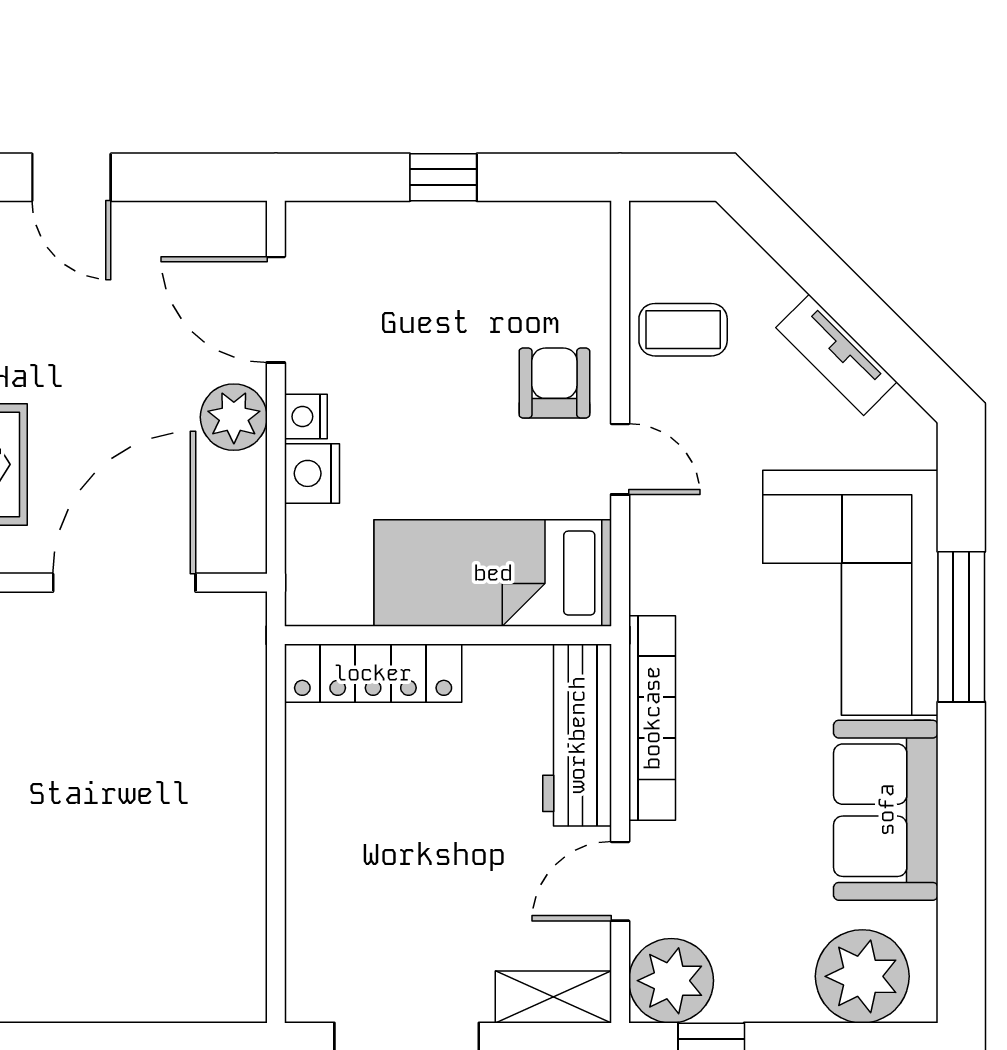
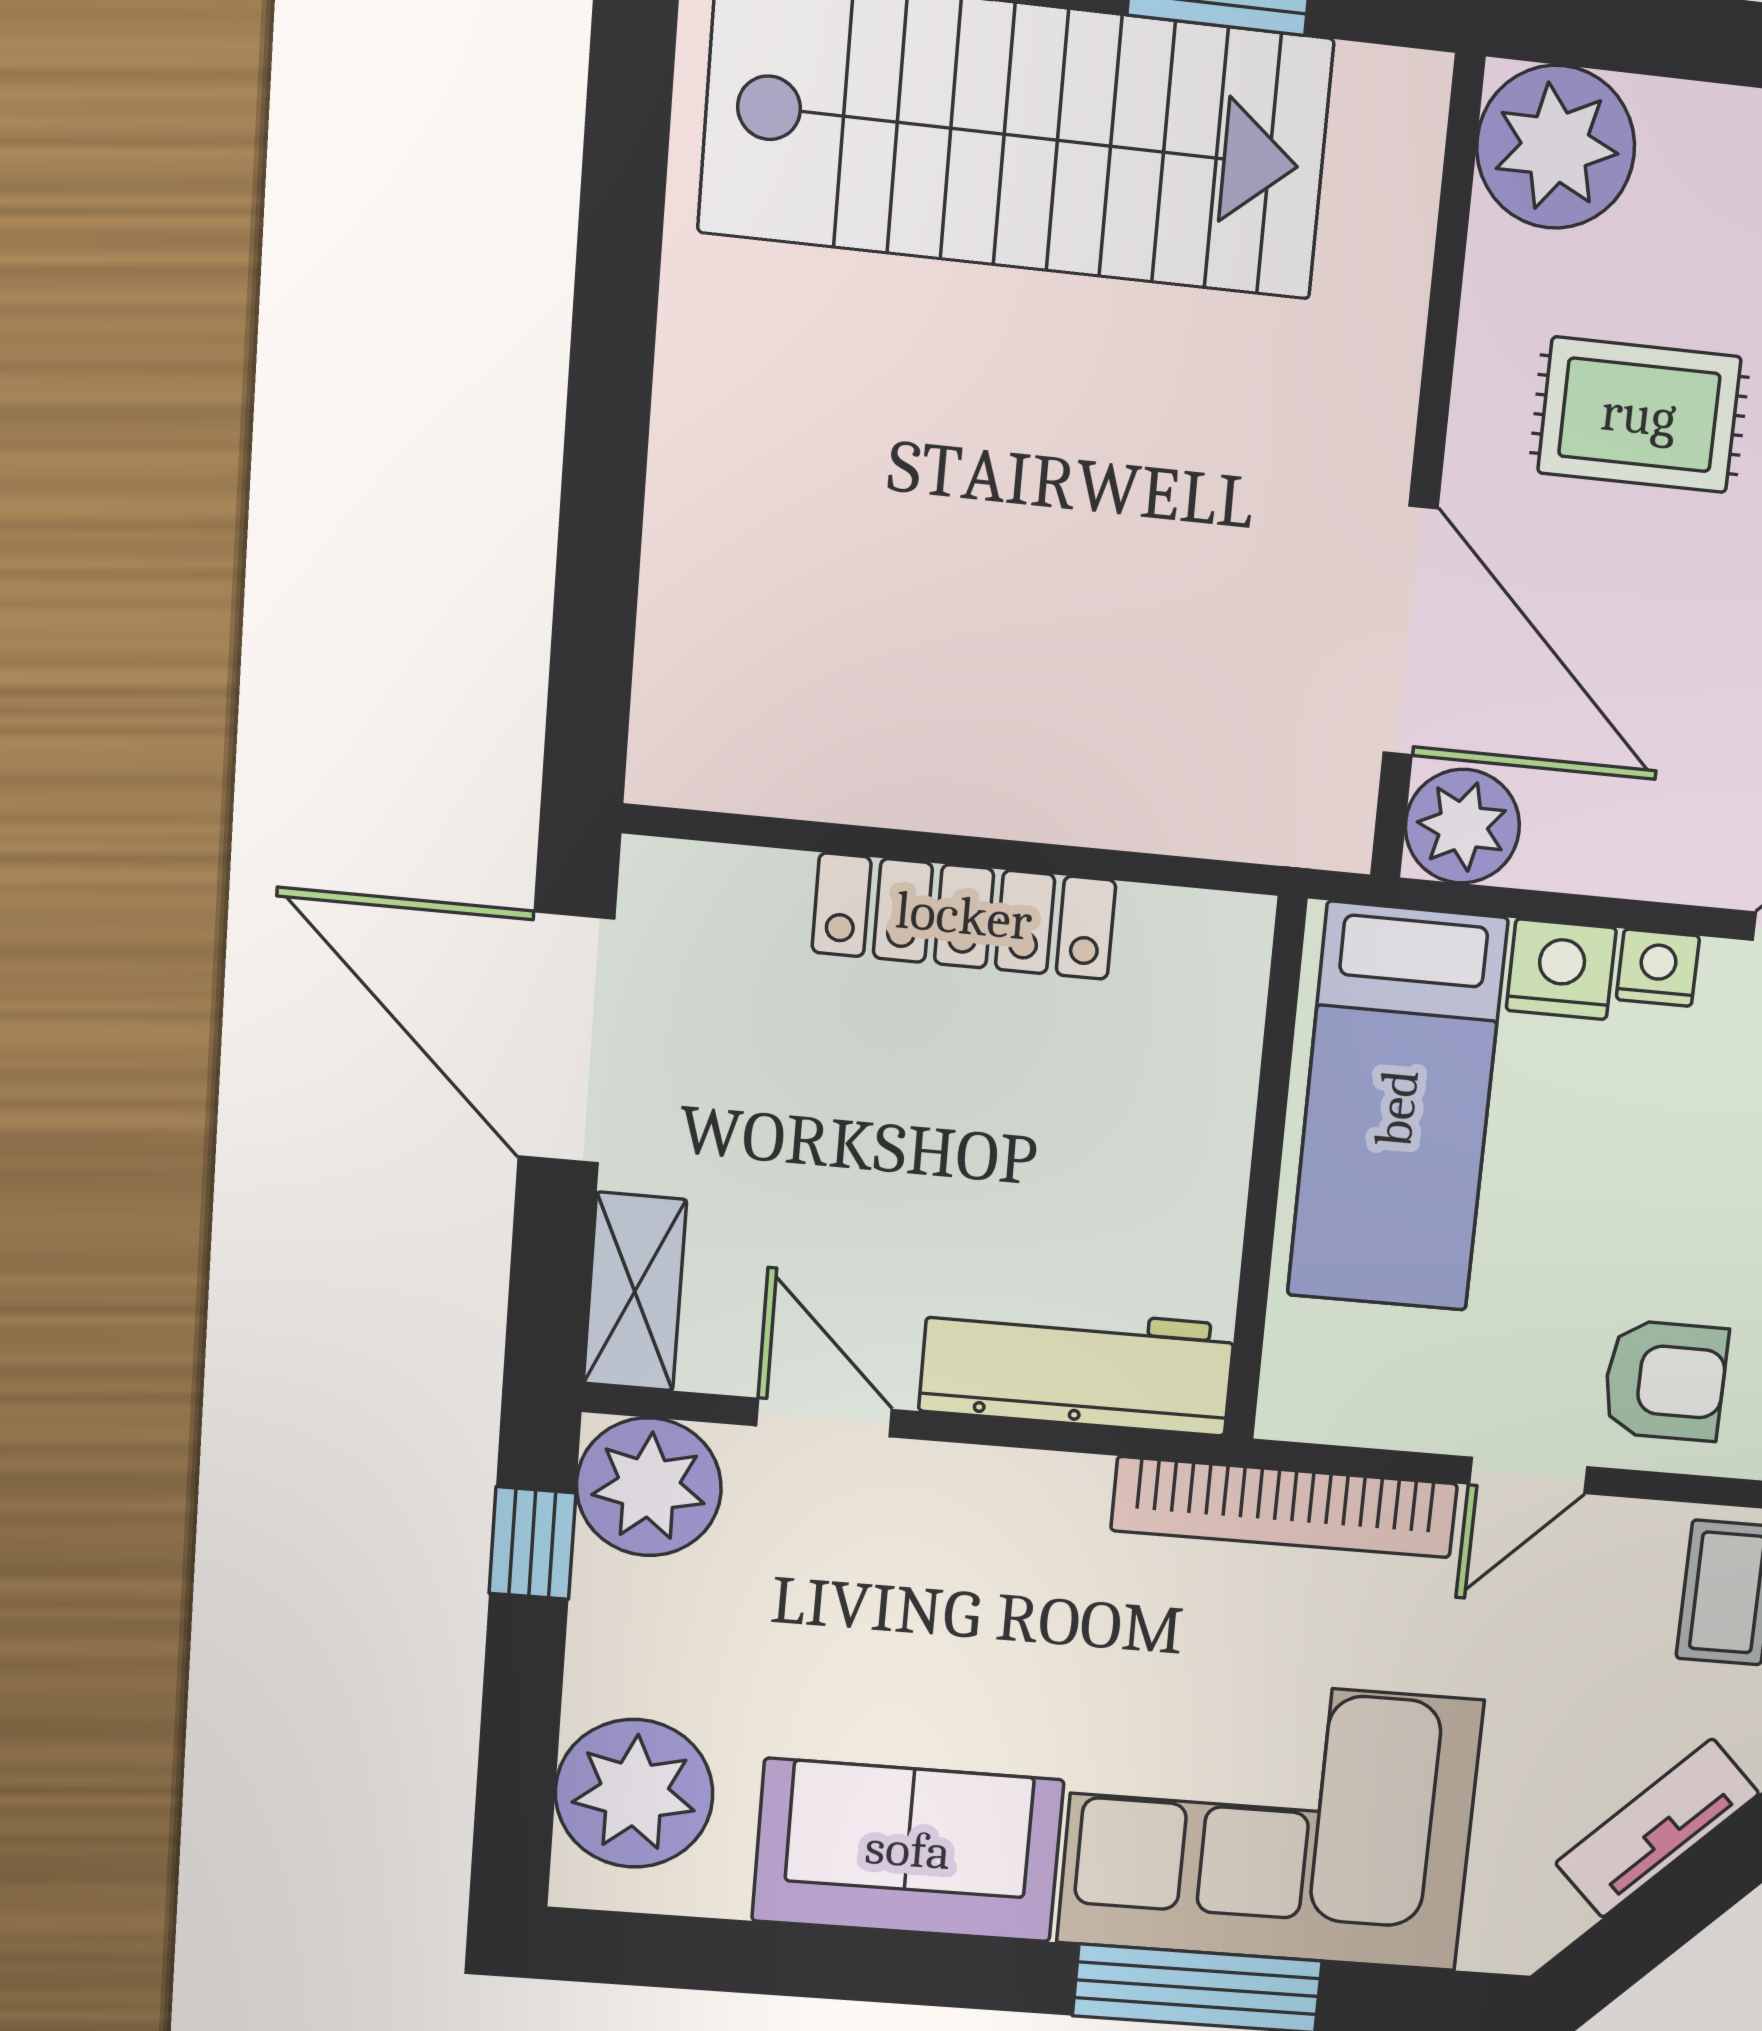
plant: (234, 417) -> (1462, 826), moved
bed: (493, 573) -> (1397, 1108), moved, turned 180
locker: (373, 673) -> (964, 916), moved, turned -90
bookcase: (652, 718) -> (1284, 1507), moved

